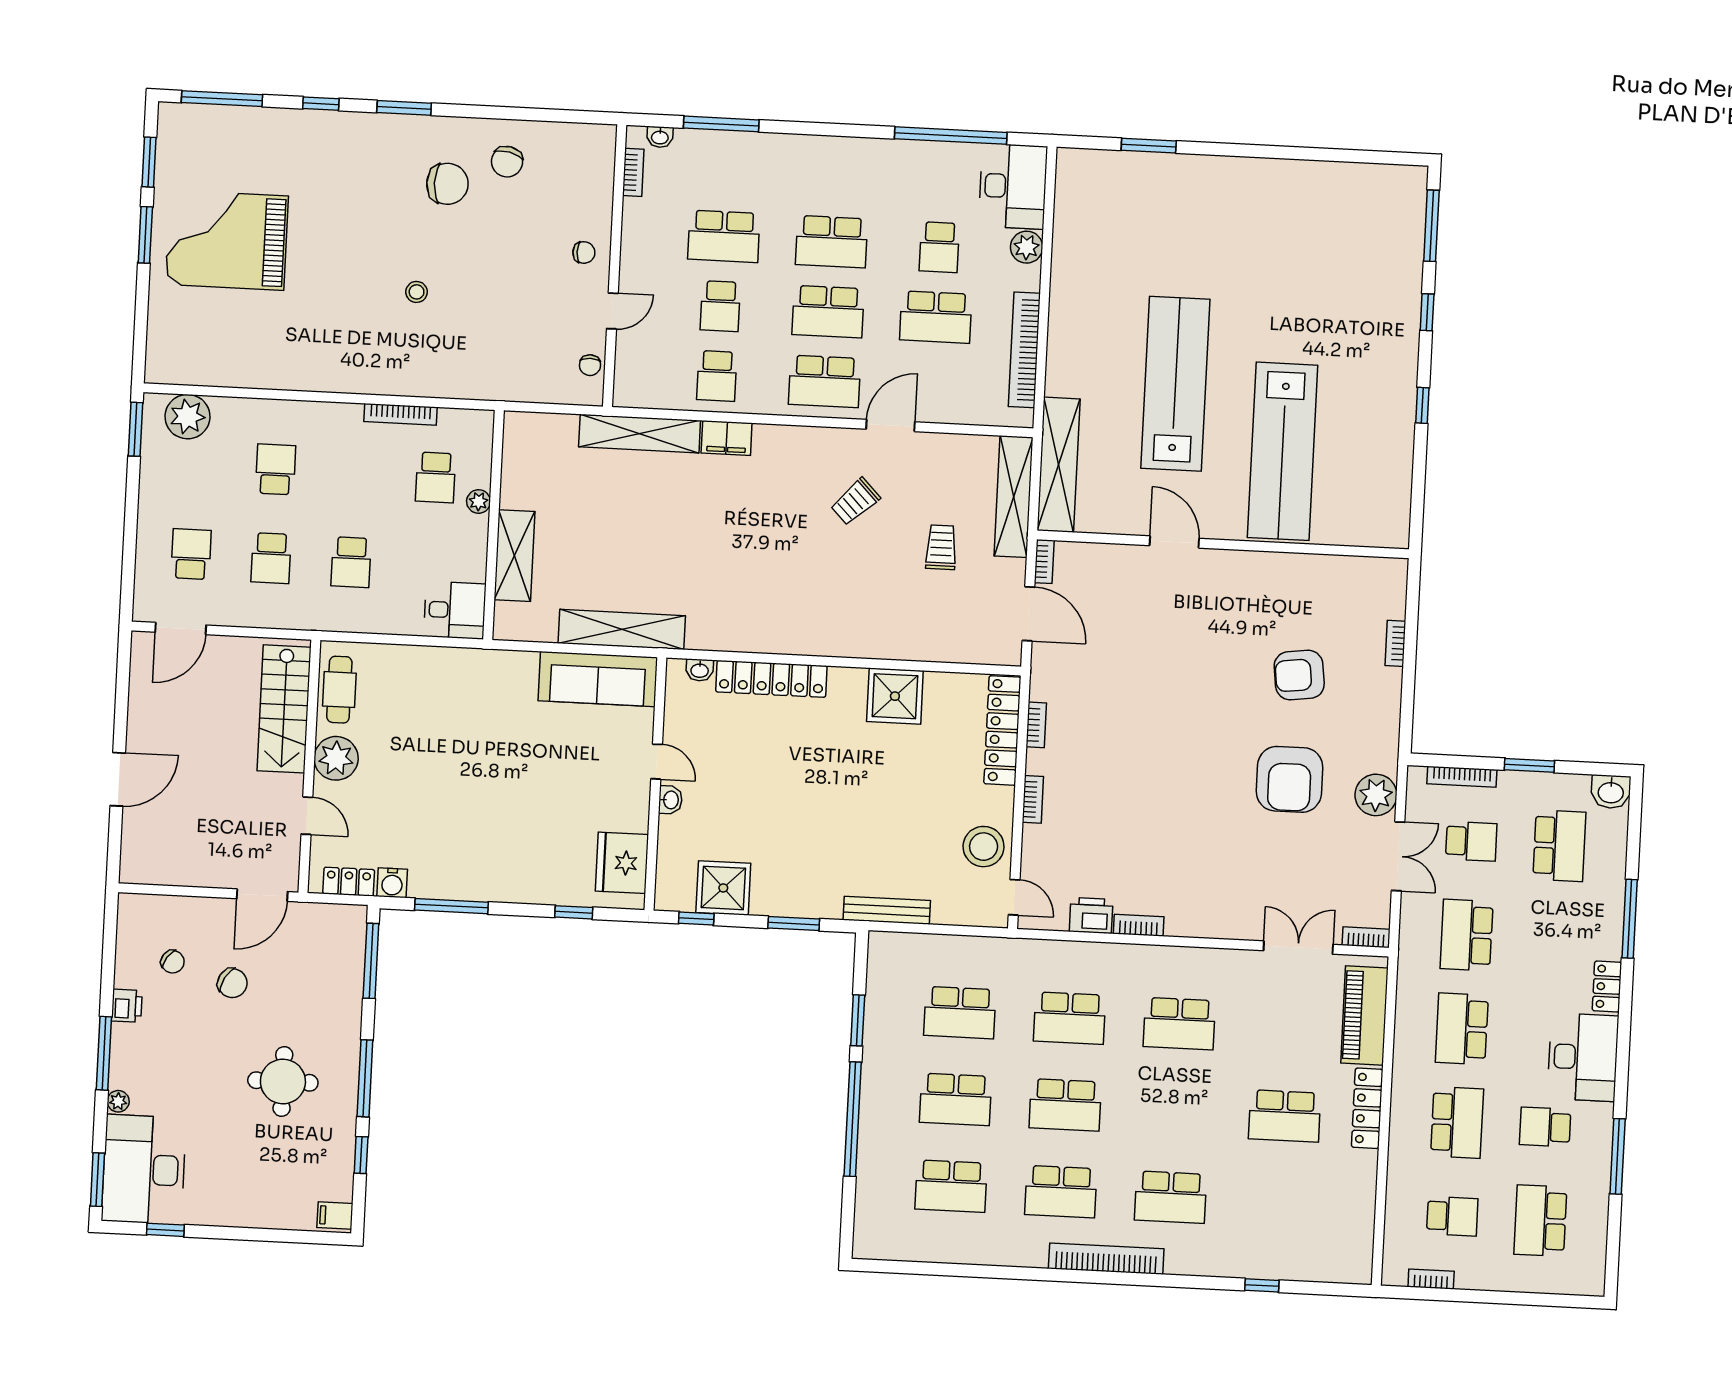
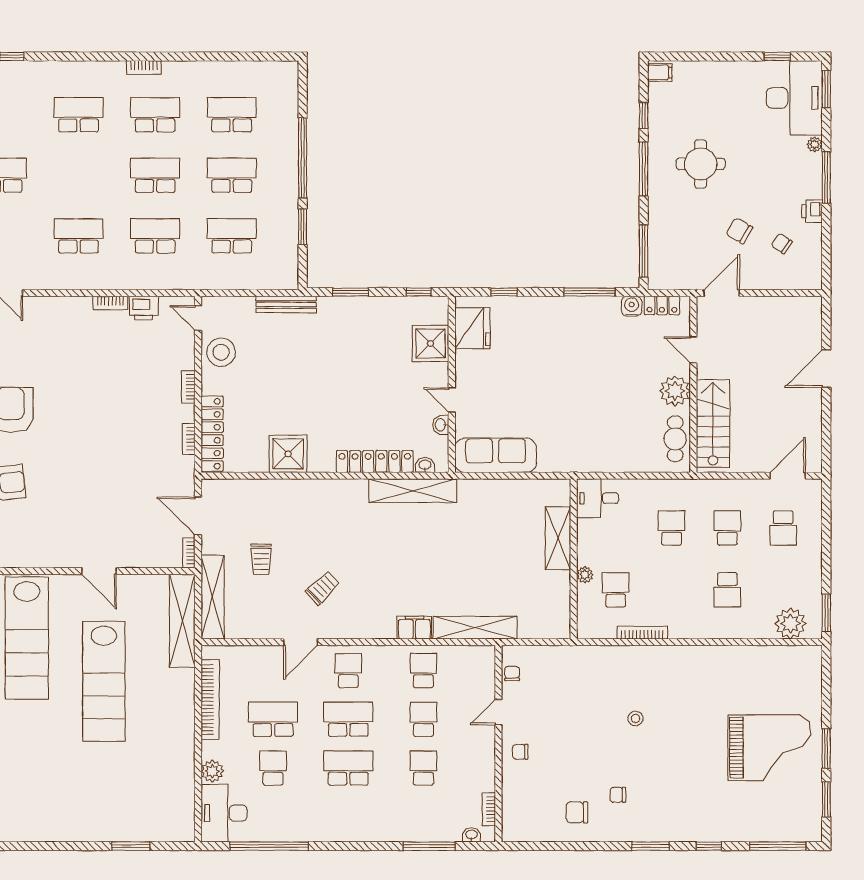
chair: (507, 162) -> (577, 812), turned -103
chair: (447, 184) -> (618, 795), width x0.54, depth x0.54
school desk: (724, 236) -> (423, 768), width x0.54
school desk: (824, 381) -> (348, 671), width x0.54
lab bench: (1283, 451) -> (27, 638), turned 180
shelving: (622, 629) -> (413, 491), moved
washbasin: (670, 800) -> (441, 425), moved
shower: (723, 888) -> (431, 343), moved
bookcase: (1106, 1259) -> (144, 67), width x0.43, depth x0.76

